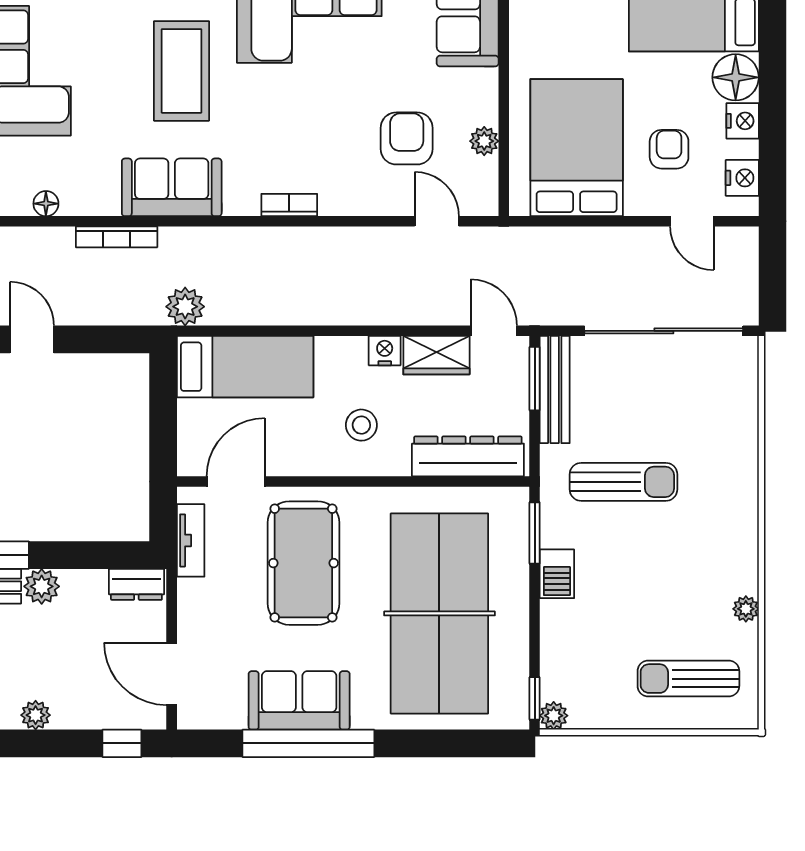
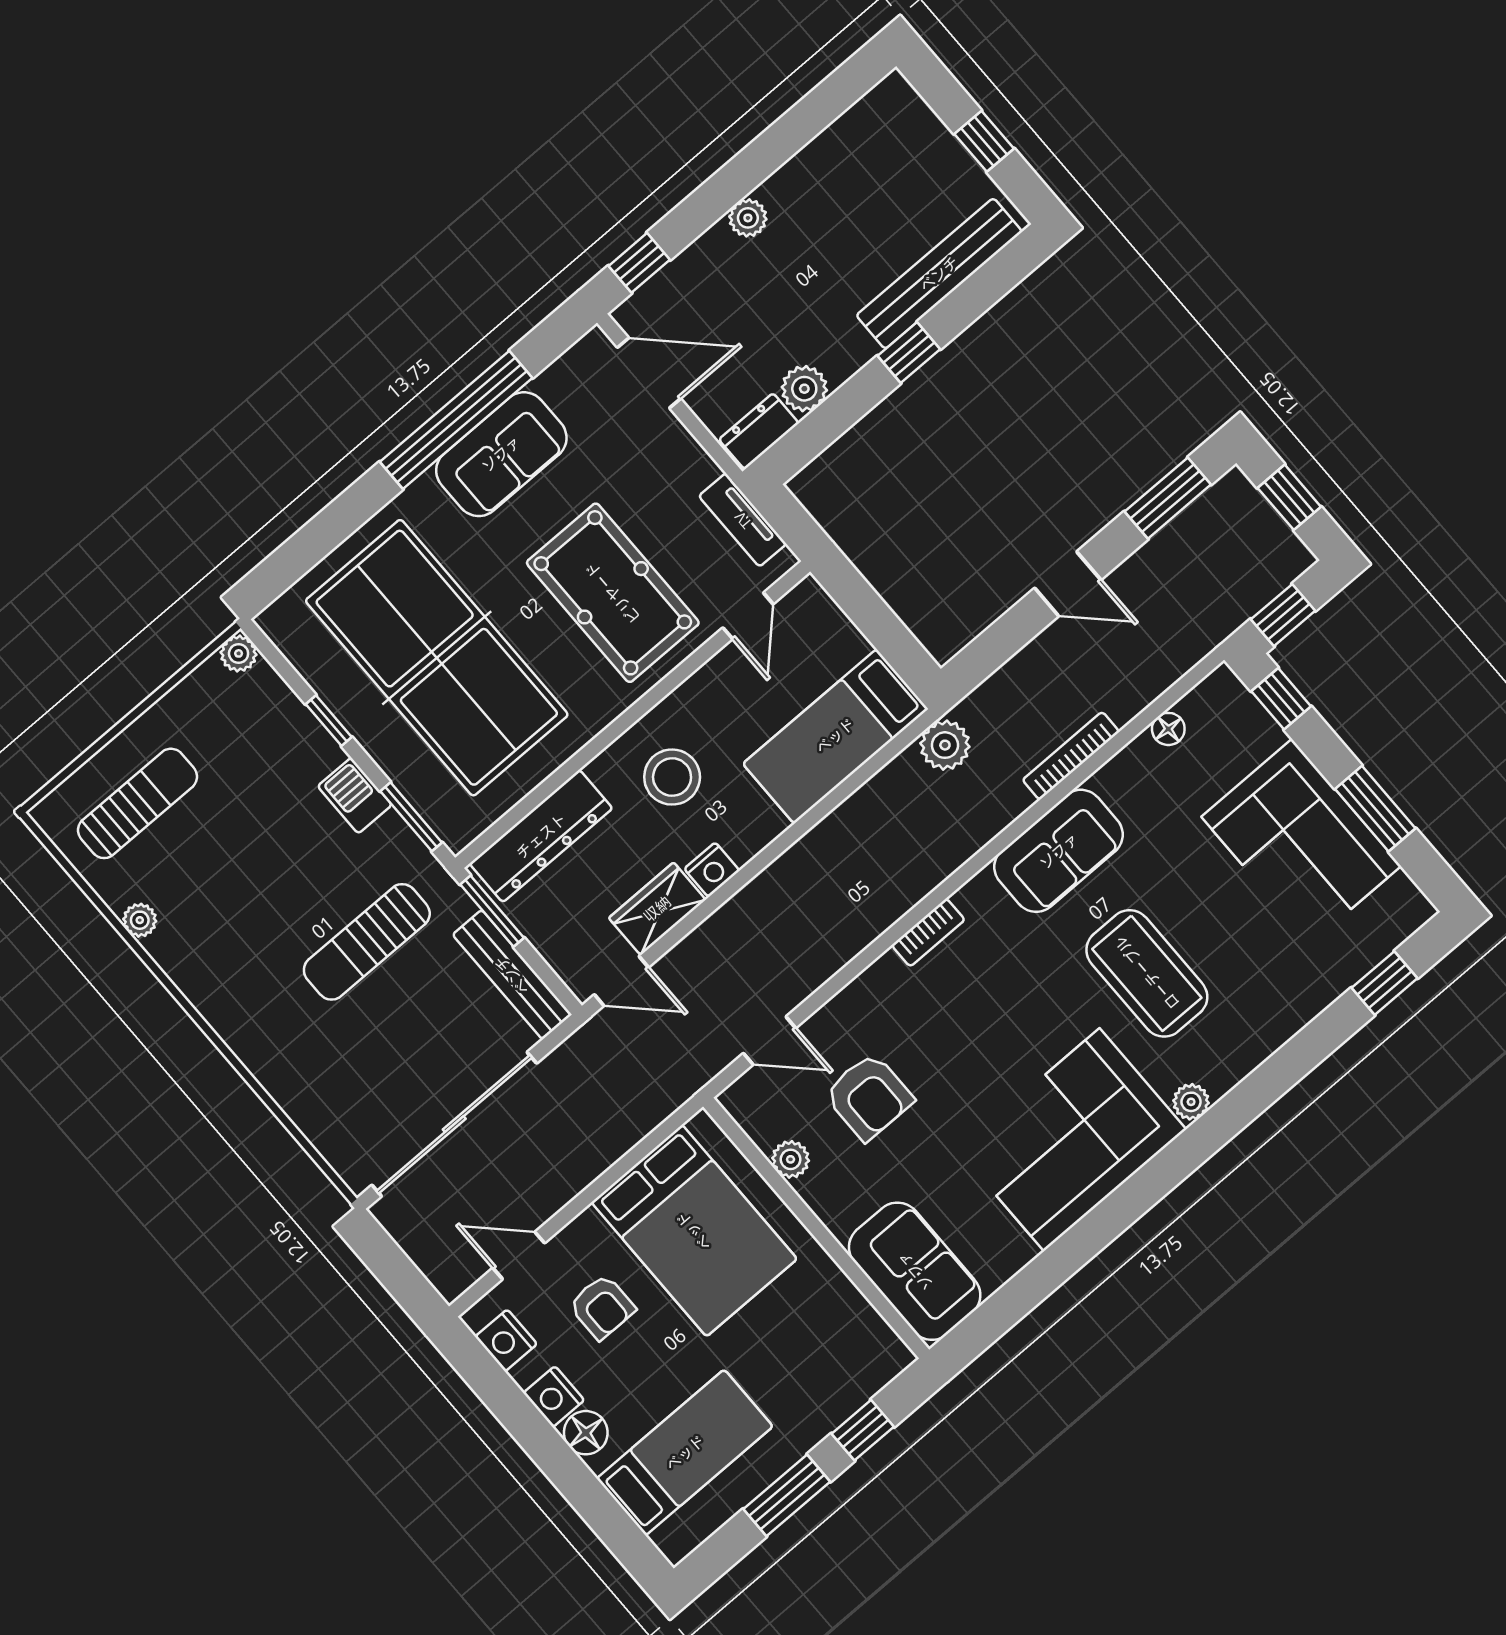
floor lamp: (736, 77) -> (586, 1433), width x0.73, depth x0.73
window: (535, 379) -> (492, 911), moved
stool: (361, 425) -> (672, 777), width x1.38, depth x1.38
door: (236, 481) -> (748, 616), width x0.73
plant: (42, 586) -> (804, 389), moved
window: (535, 698) -> (329, 721), moved

